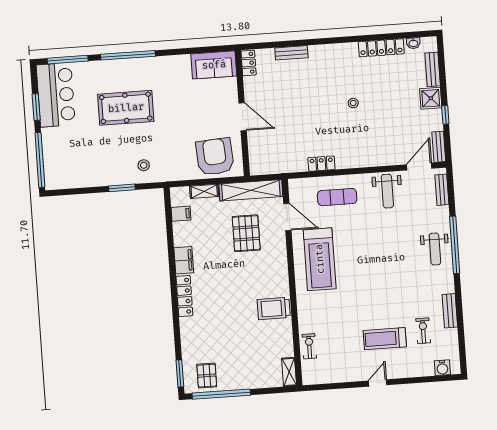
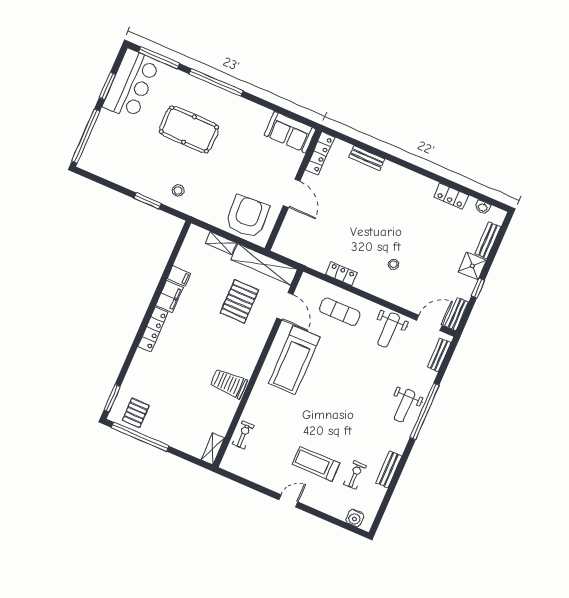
locker: (381, 48) -> (451, 196), width x0.66
locker: (249, 63) -> (320, 153), width x1.53
stool: (353, 103) -> (393, 264), moved
filing cabinet: (181, 214) -> (179, 276), moved

